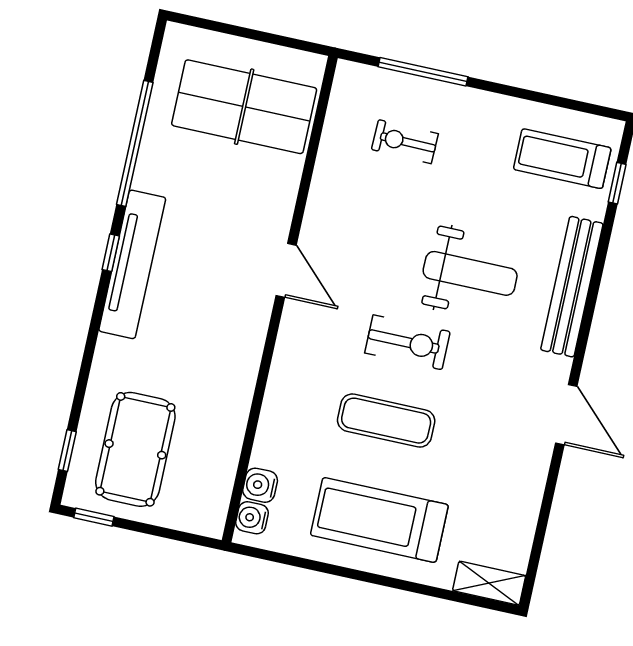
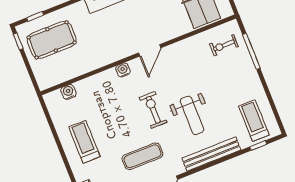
exercise bike: (405, 142) -> (224, 45), moved, turned -91
exercise bike: (407, 342) -> (153, 110), turned 180
exercise mat: (386, 421) -> (142, 156), moved, turned 90
water cooler: (252, 518) -> (123, 70), moved
treadmill: (379, 520) -> (84, 142), width x0.73, depth x0.73

